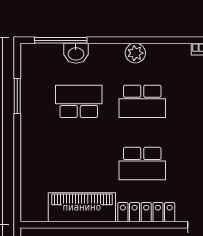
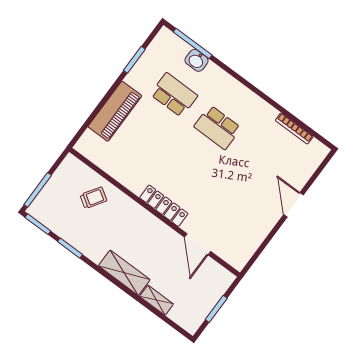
plant: (135, 53) -> (238, 91), removed
school desk: (142, 164) -> (186, 170), removed
piano: (82, 207) -> (115, 111), moved, turned 90

